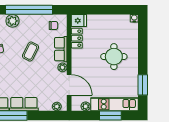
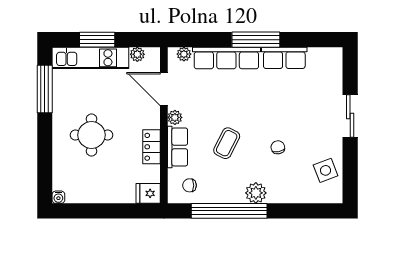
locker: (77, 38) -> (152, 147), moved
window: (143, 85) -> (45, 89), width x1.44
row of seats: (24, 104) -> (226, 58), width x1.48

